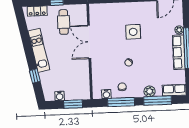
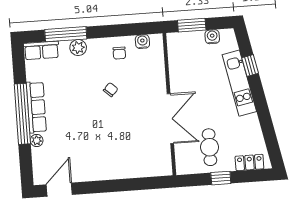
side table: (133, 32) -> (105, 136), removed
kitchen unit: (39, 50) -> (239, 83), moved
window: (121, 102) -> (120, 30), removed

